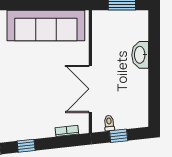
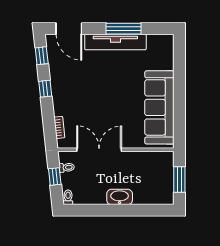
washbasin: (140, 55) -> (120, 197), moved
toilet: (141, 122) -> (68, 197), added

